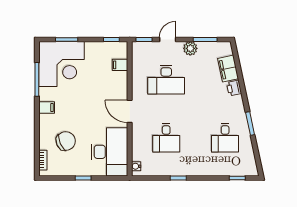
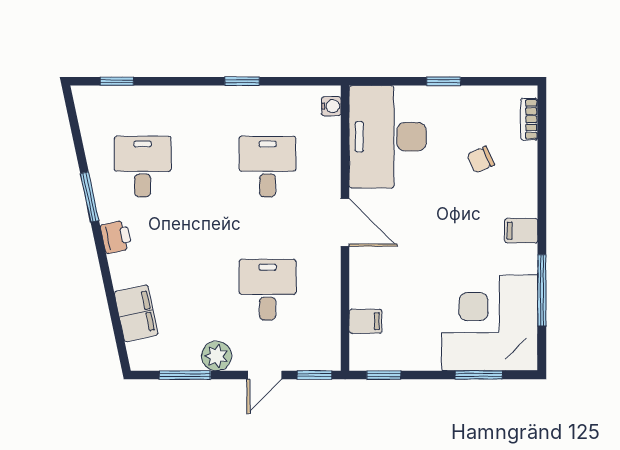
desk: (166, 80) -> (268, 290), width x0.73
printer: (234, 88) -> (116, 237), moved
chair: (66, 141) -> (481, 160), width x0.54, depth x0.54

